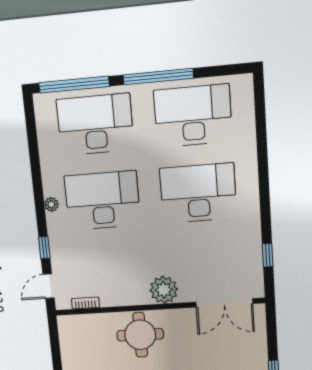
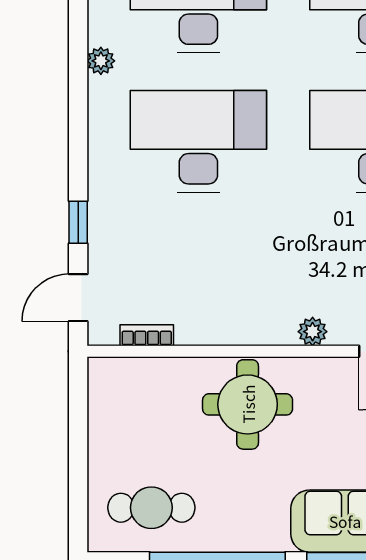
plant: (51, 204) -> (101, 61), moved
plant: (164, 290) -> (313, 332), width x0.53, depth x0.53

